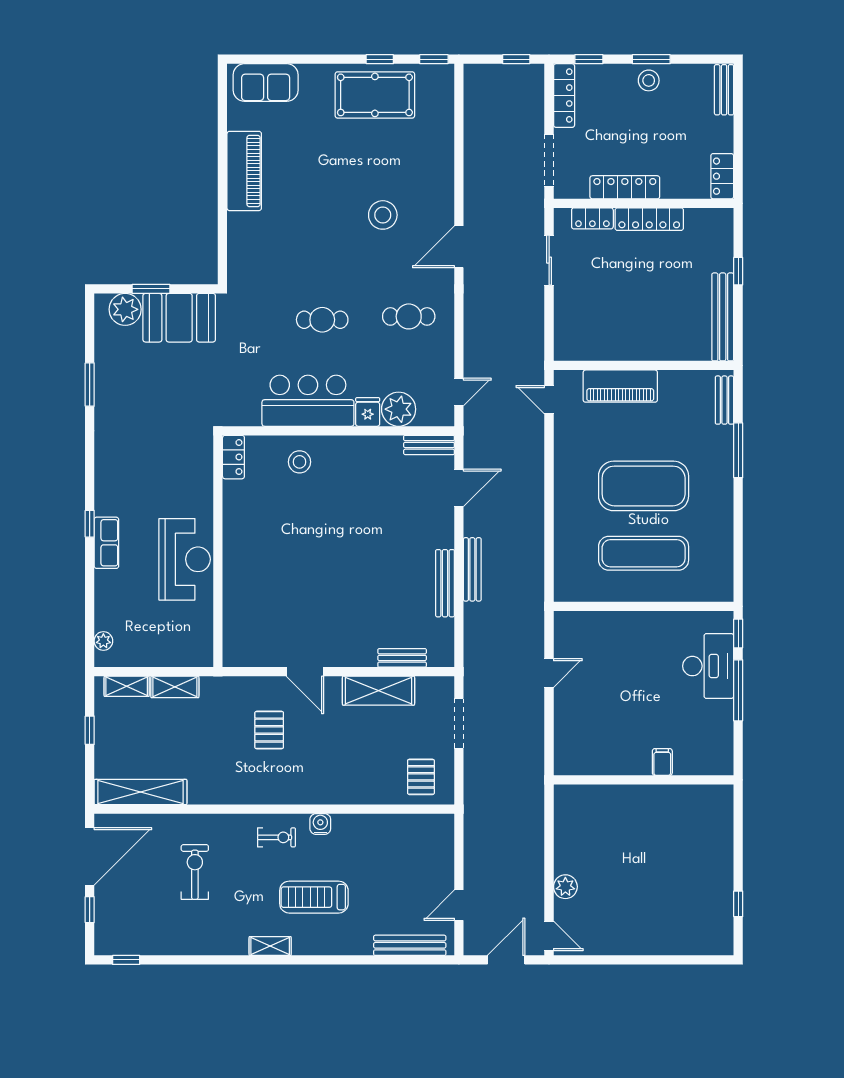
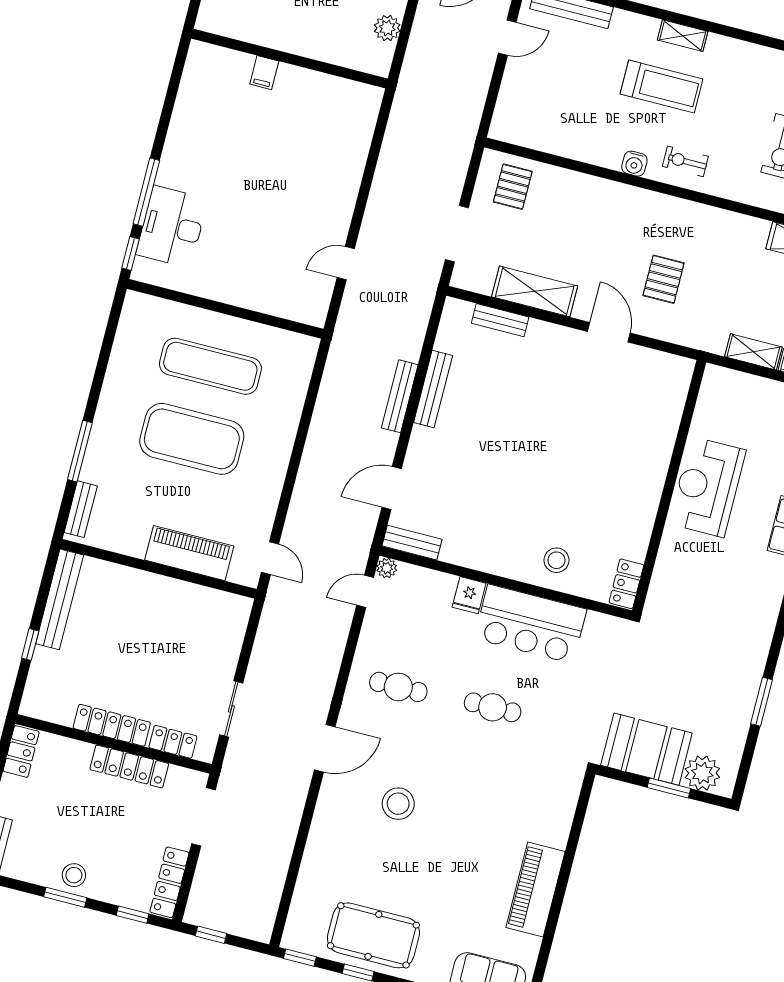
plant: (399, 409) -> (387, 568), moved, width x0.53, depth x0.53
filing cabinet: (662, 762) -> (264, 73), moved
wall: (644, 780) -> (289, 59), moved
shelving: (270, 946) -> (683, 36), moved

